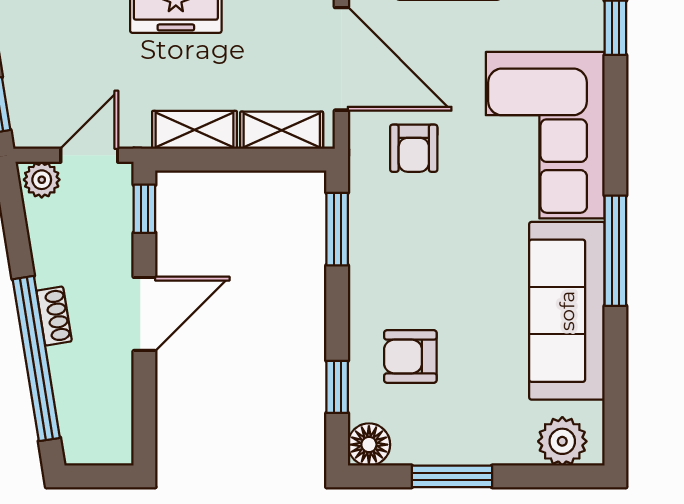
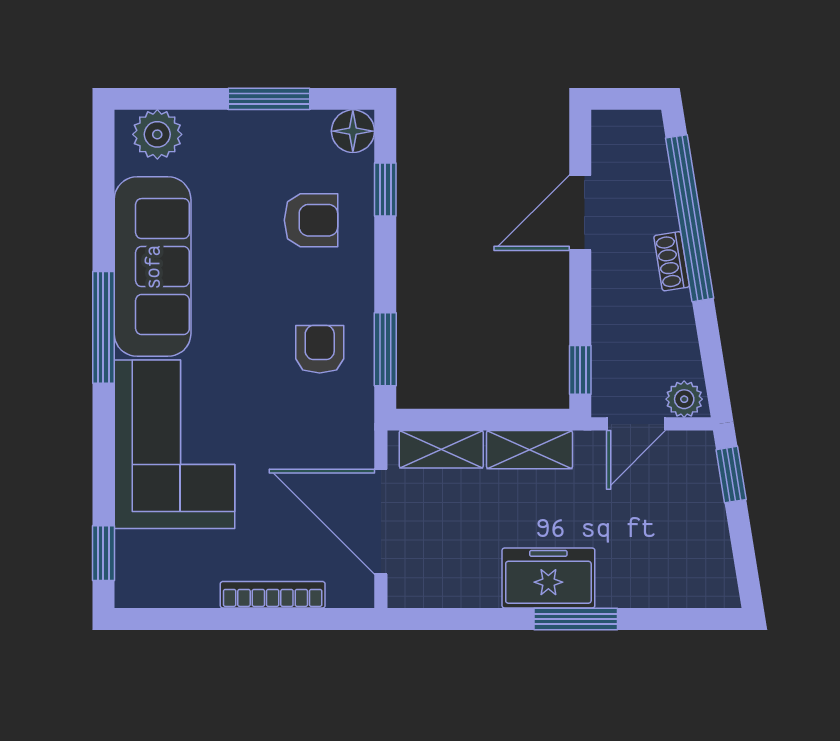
armchair: (414, 148) -> (320, 349), moved
door: (144, 314) -> (580, 213), moved

